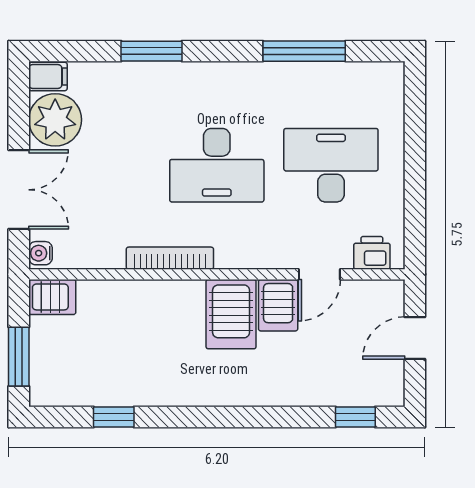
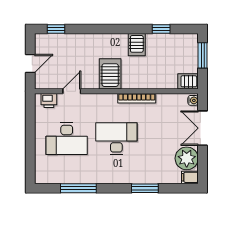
server rack: (278, 305) -> (137, 45), moved, turned 180

